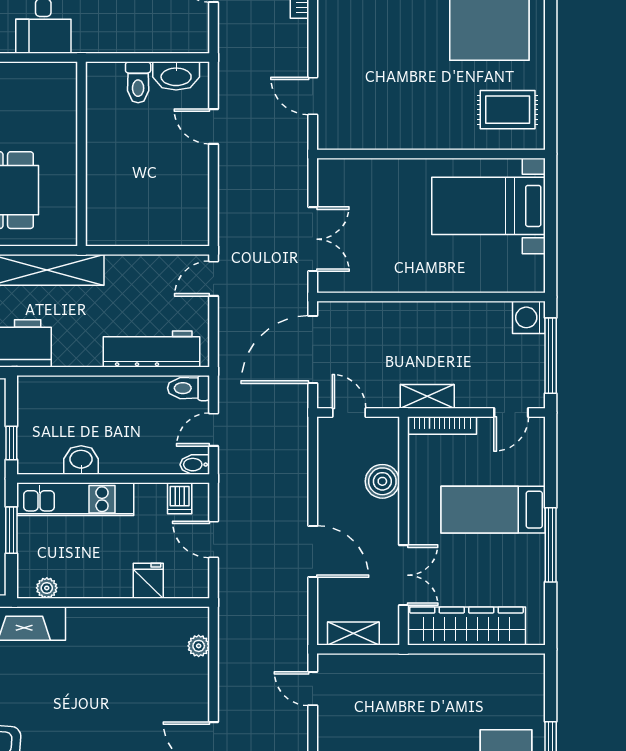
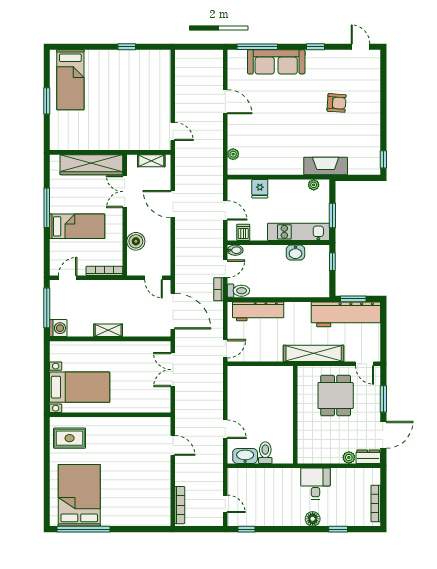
door: (313, 349) -> (173, 311), hinge flipped
bookcase: (226, 391) -> (218, 289), added
shelving: (427, 396) -> (108, 330), moved

